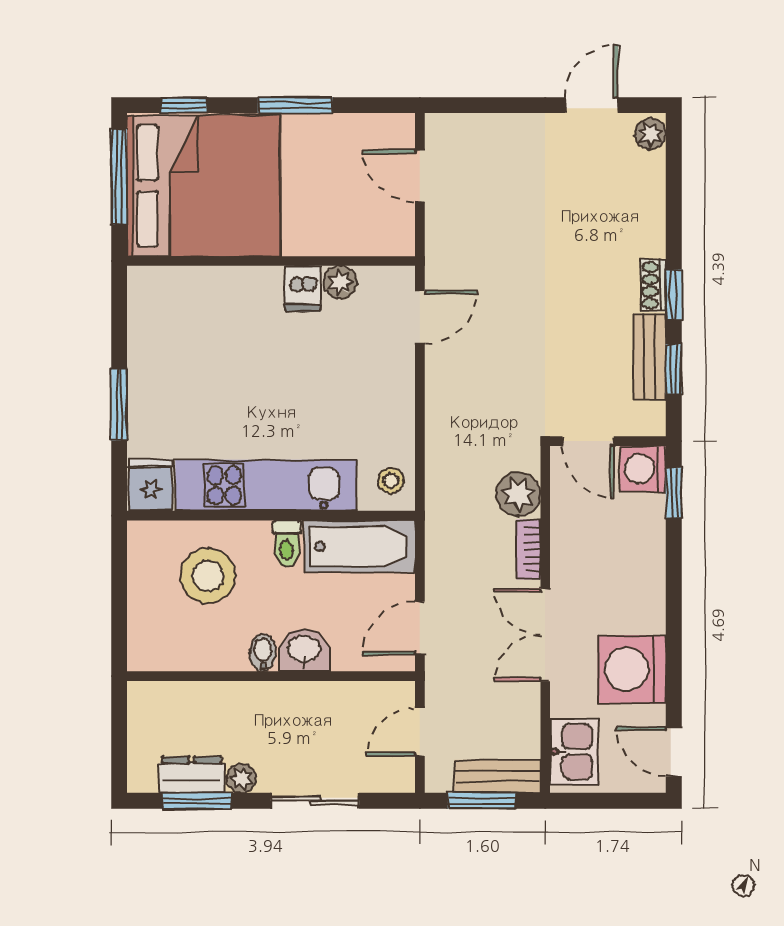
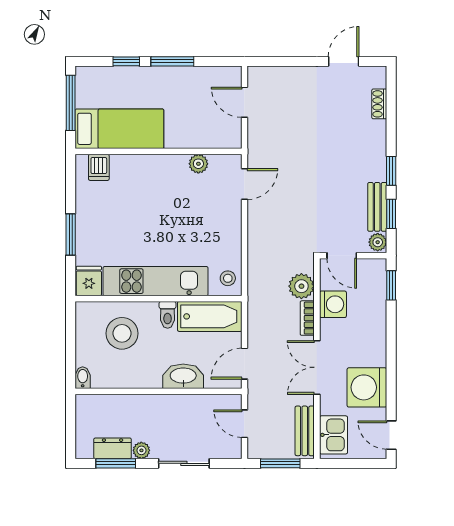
window: (184, 105) -> (126, 61), moved
plant: (650, 134) -> (378, 242), moved
bed: (204, 186) -> (119, 129), width x0.49
shoe rack: (653, 285) -> (379, 104), moved
dishwasher: (303, 289) -> (99, 167), moved
washing machine: (643, 469) -> (333, 304), moved, turned 180
washbasin: (304, 650) -> (183, 376), width x1.38
bidet: (263, 652) -> (83, 378), moved
door: (420, 732) -> (244, 424), hinge flipped
bench: (497, 776) -> (305, 431), moved, turned 90

